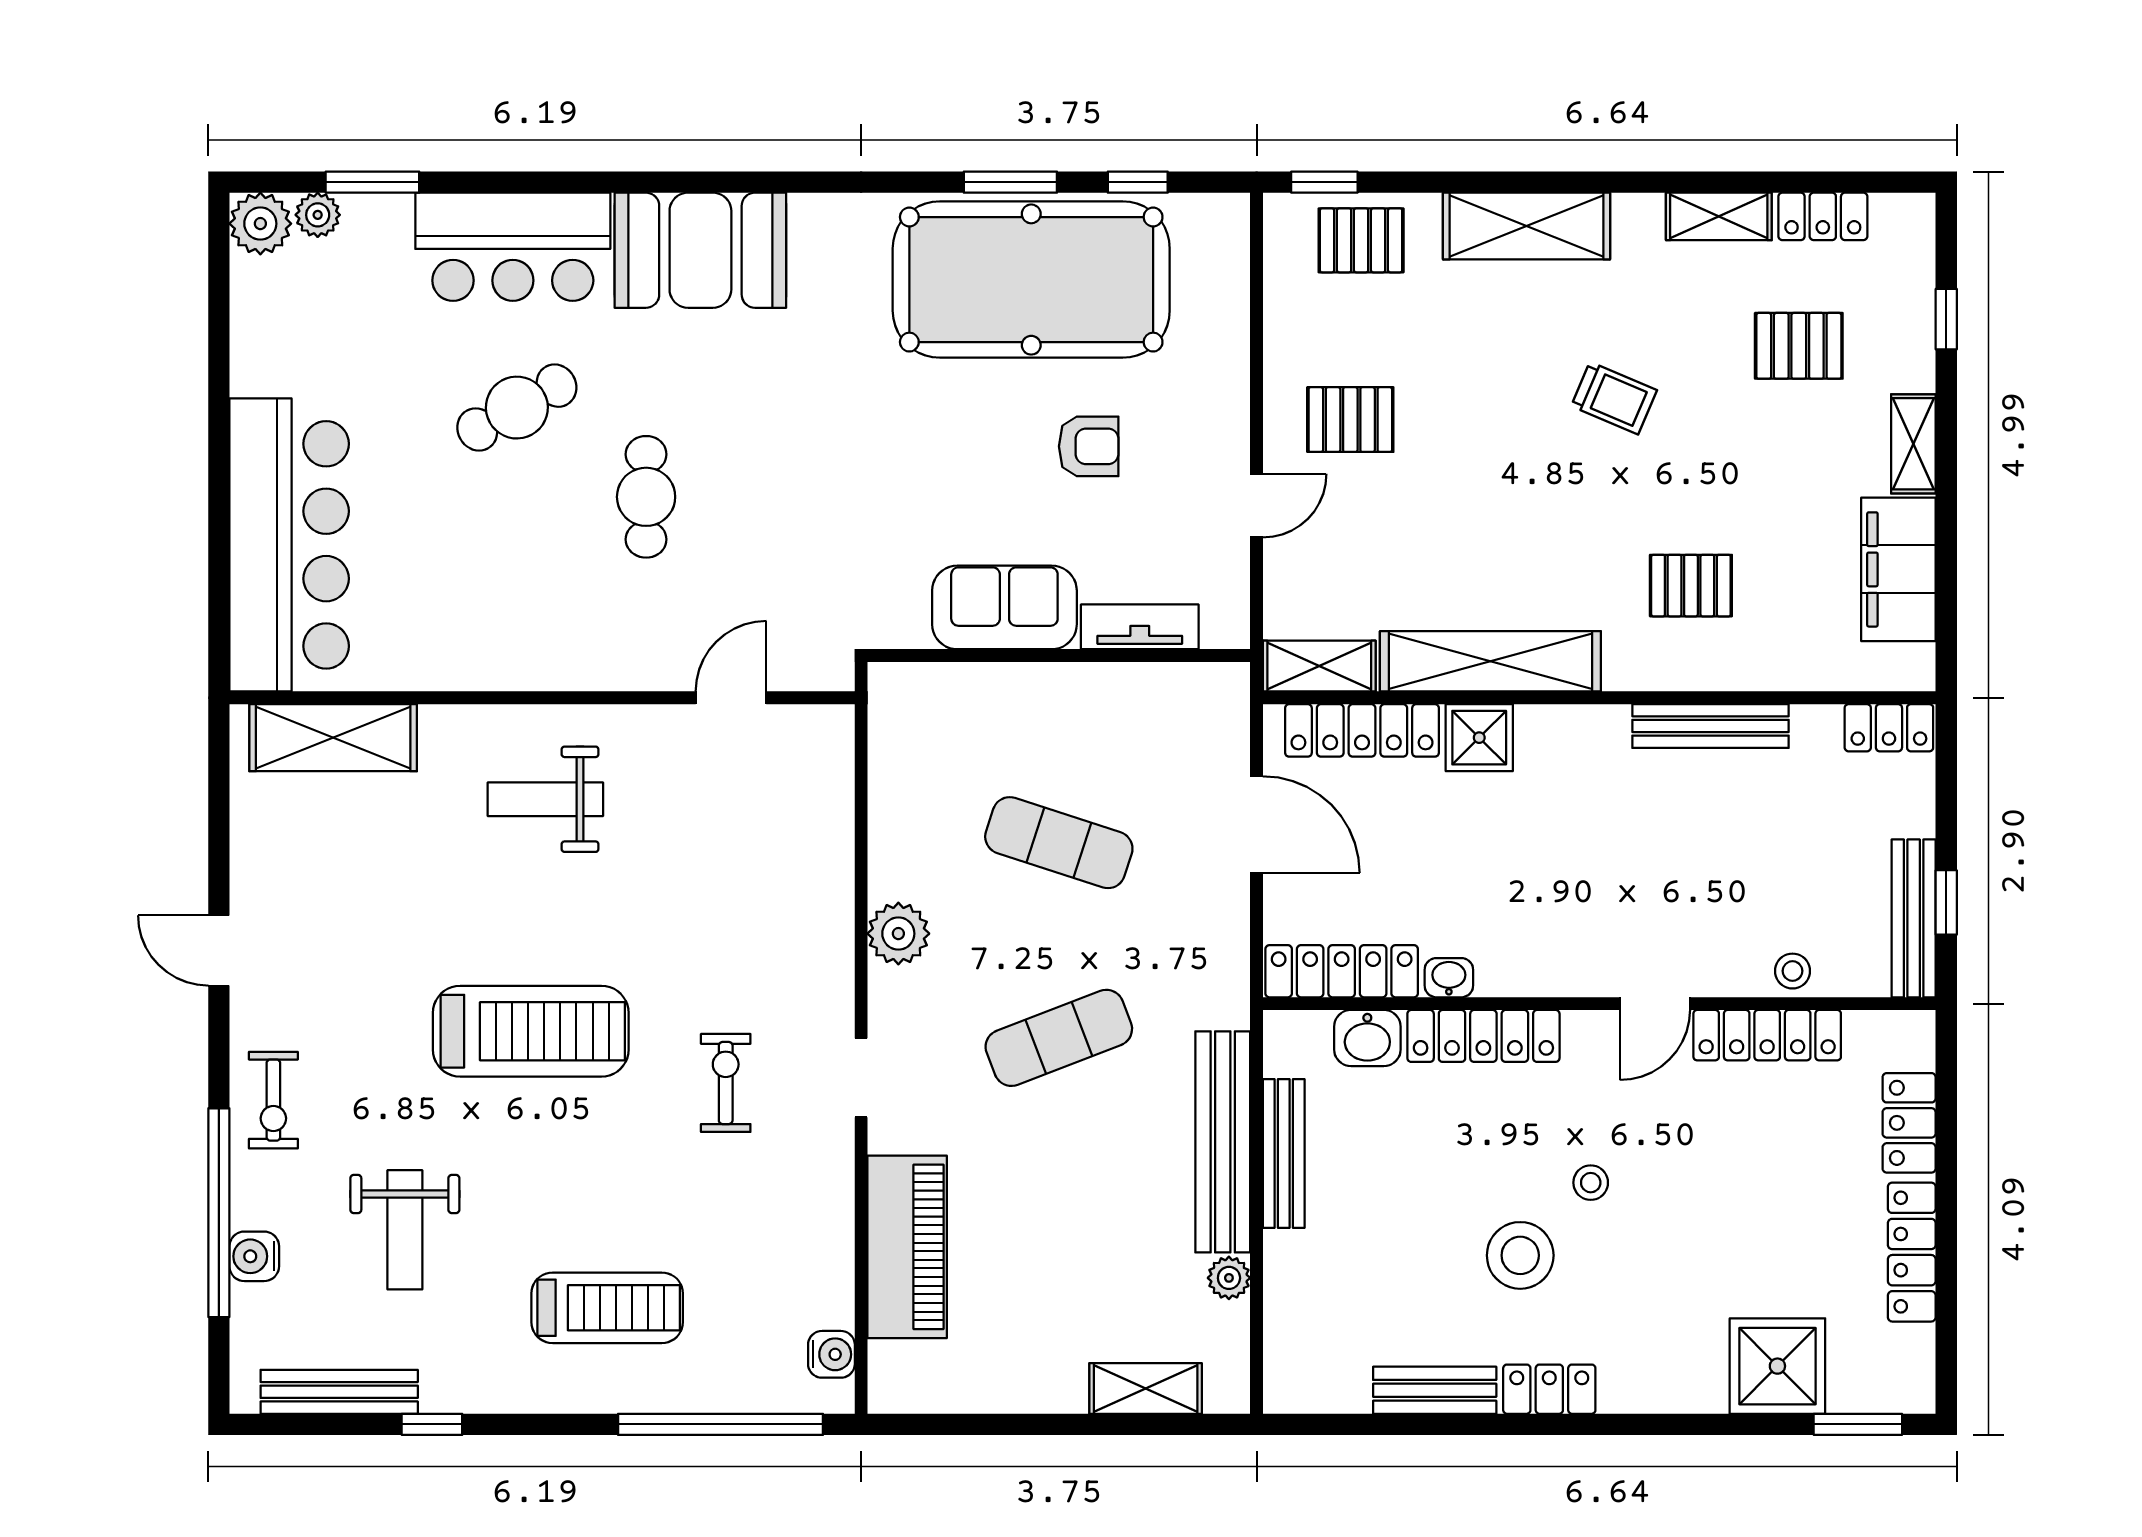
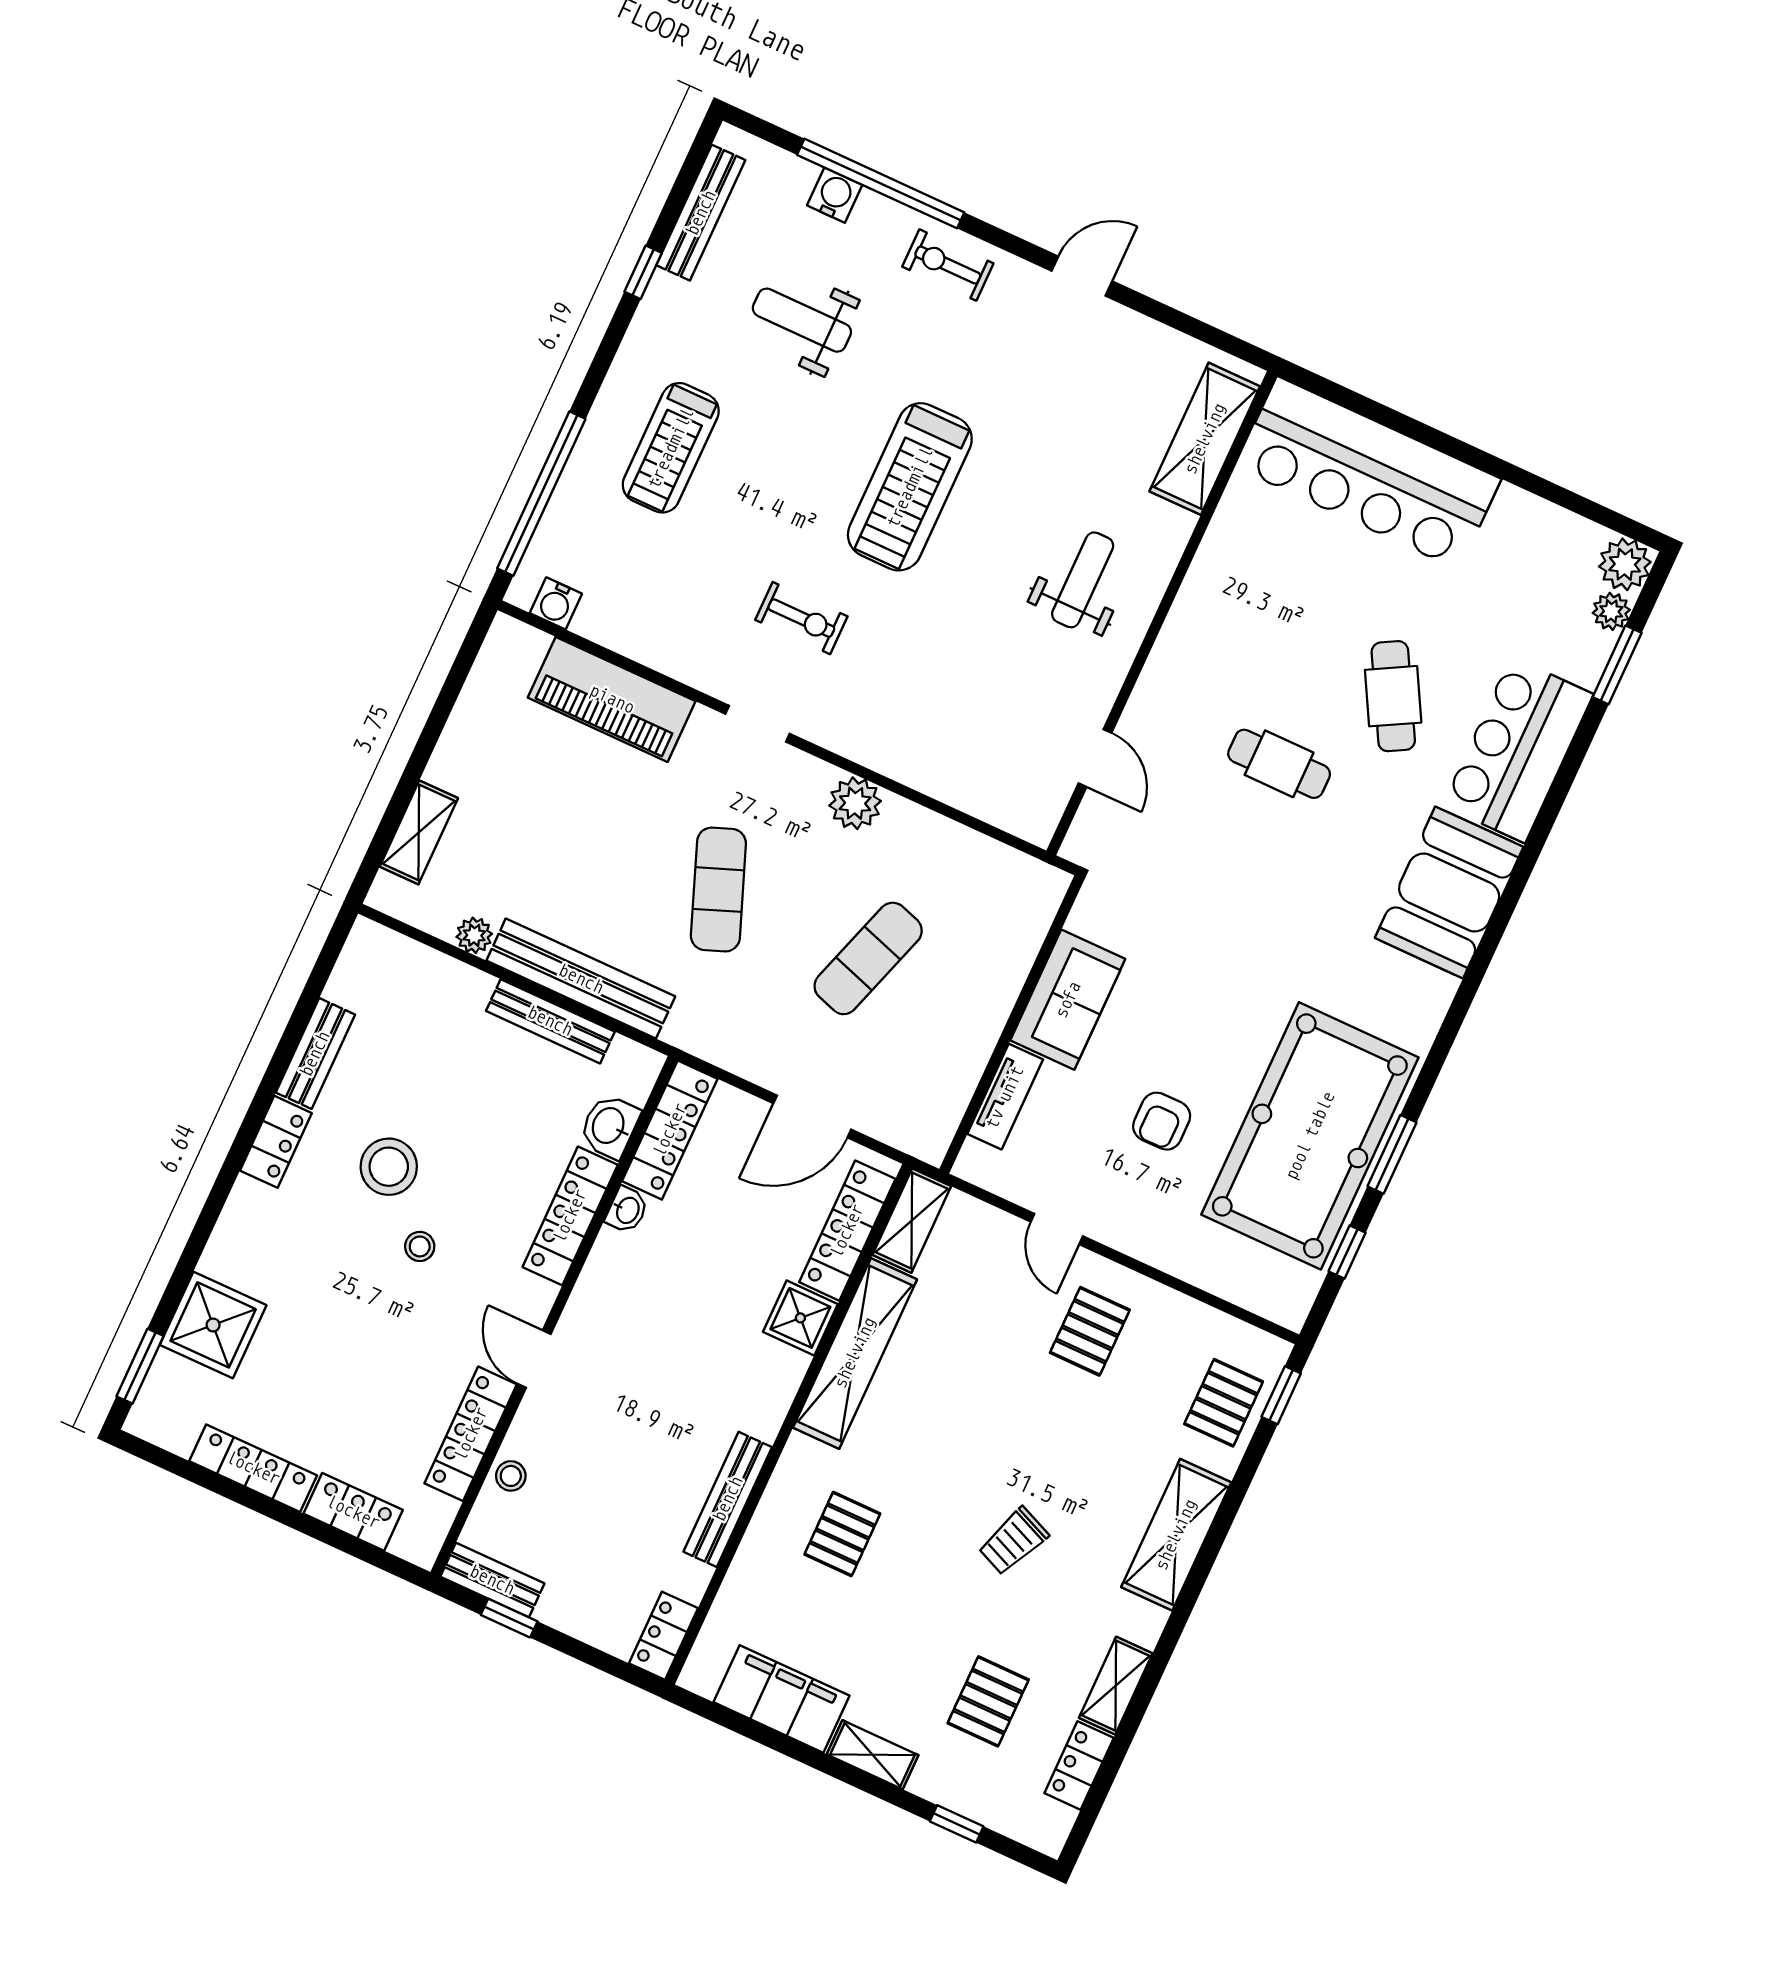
bench: (1914, 918) -> (492, 1580), width x0.73

